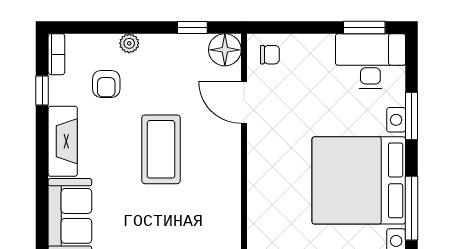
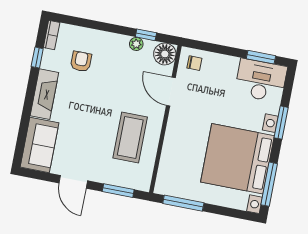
plant: (129, 43) -> (136, 44), moved
armchair: (106, 84) -> (81, 61), turned 180
coffee table: (161, 149) -> (130, 138), moved

